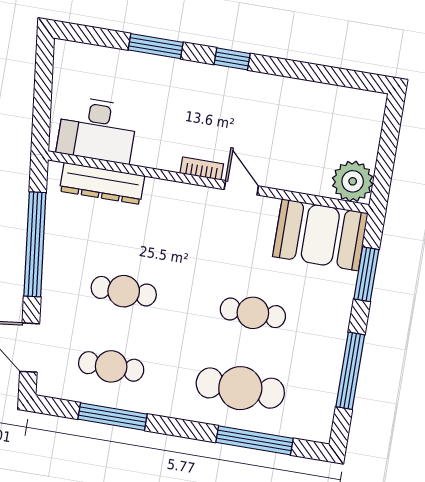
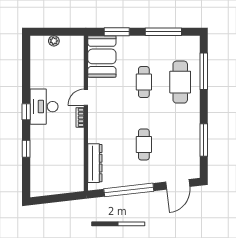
window: (156, 46) -> (26, 149), width x0.67
desk: (97, 130) -> (44, 107), moved, turned 180
plant: (353, 181) -> (54, 41), moved, width x0.53, depth x0.53
cafe table: (111, 366) -> (180, 144), removed

